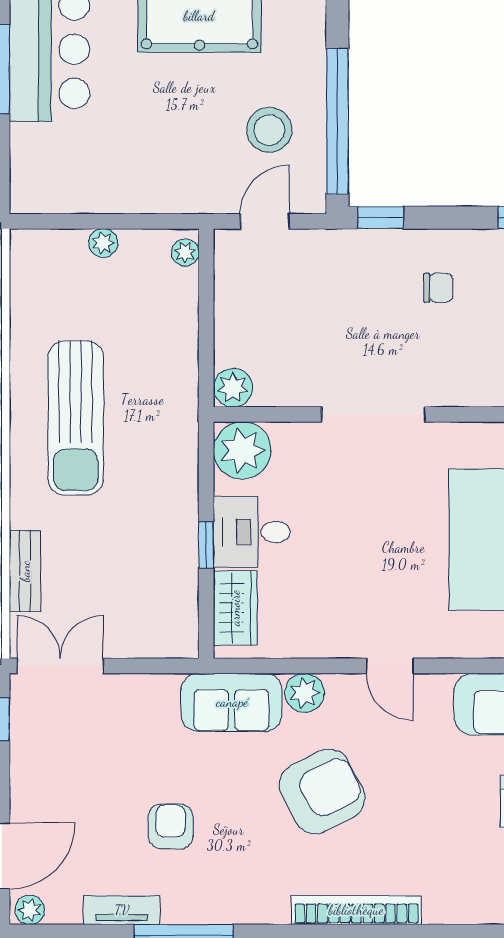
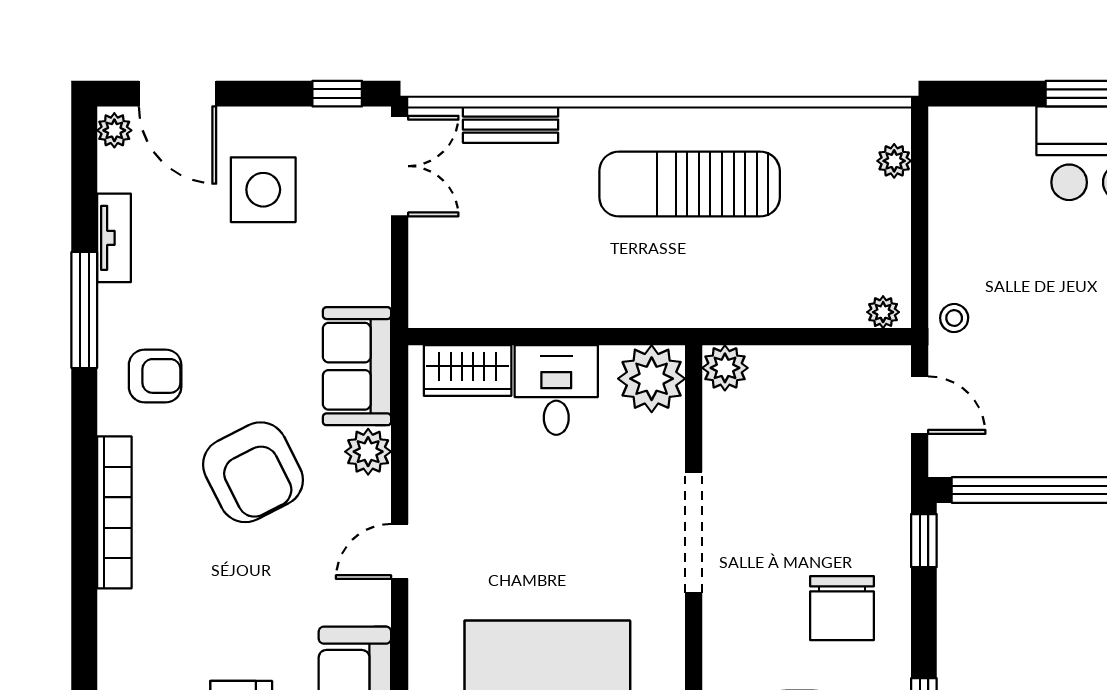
stool: (269, 130) -> (954, 318), moved, width x0.53, depth x0.53
plant: (103, 243) -> (894, 161), moved
chair: (438, 288) -> (842, 608), width x1.87, depth x1.87
window: (206, 545) -> (541, 337), removed
side table: (81, 783) -> (263, 190), added
armchair: (171, 826) -> (155, 376), moved

